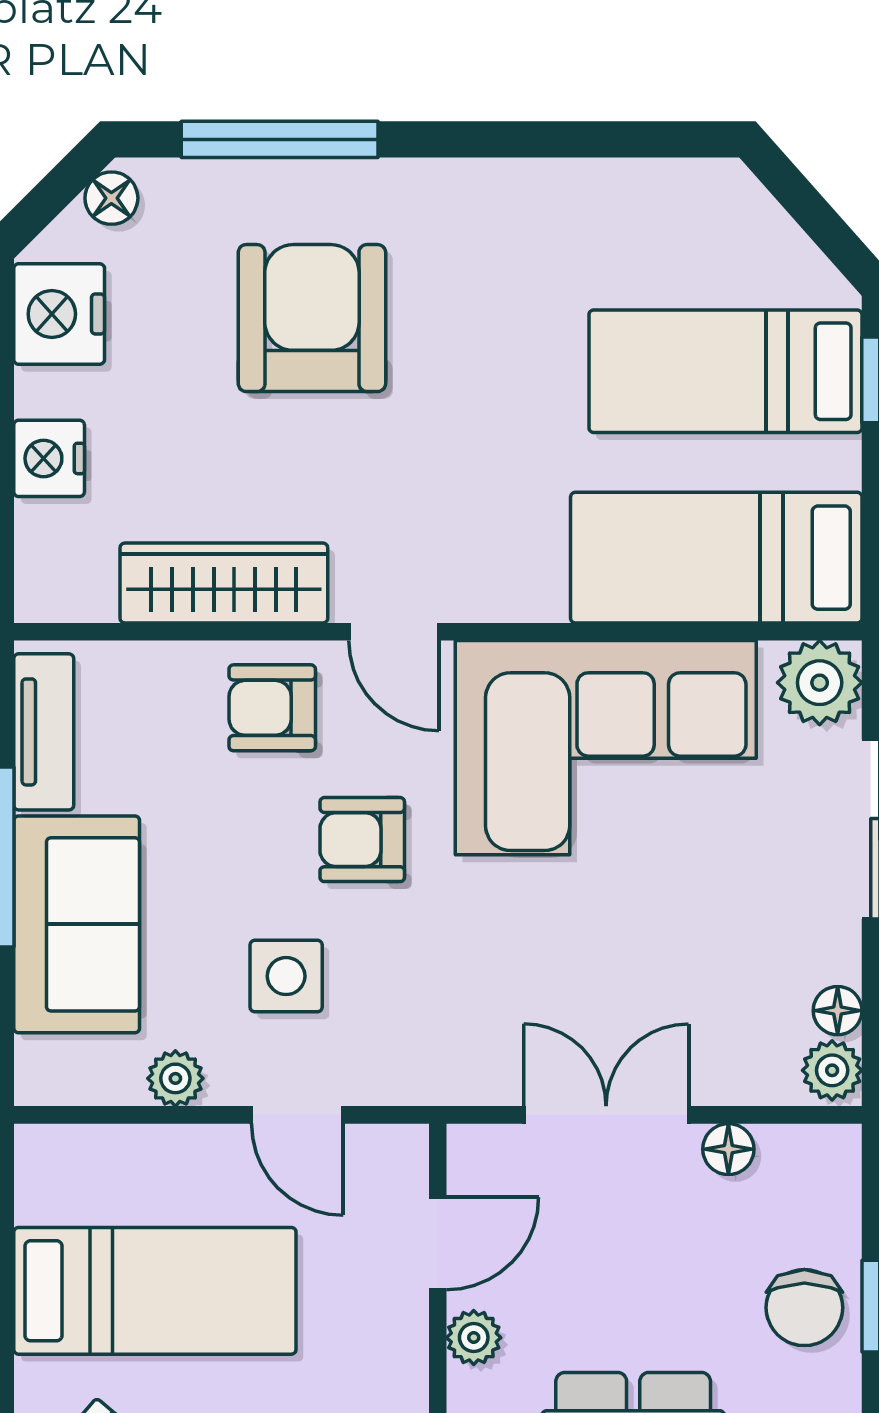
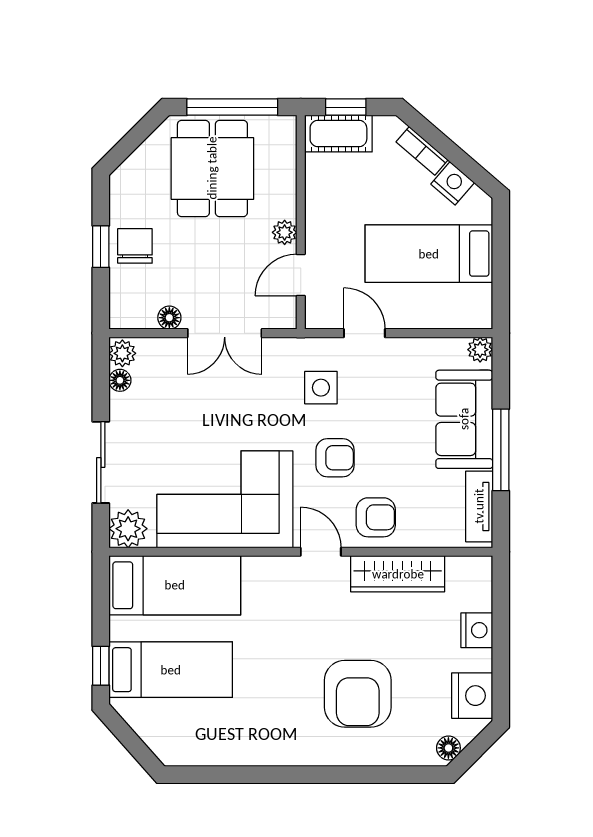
window: (280, 139) -> (372, 775), removed
side table: (286, 976) -> (321, 388), moved
plant: (175, 1078) -> (480, 350), moved

